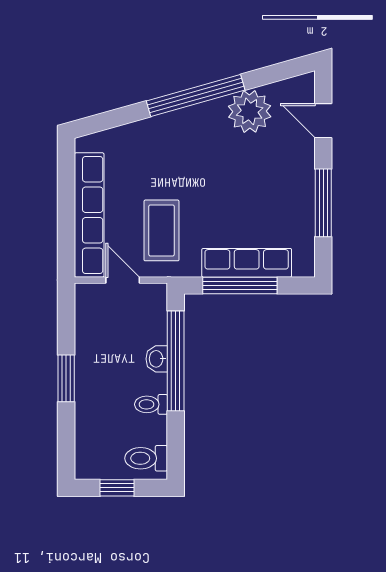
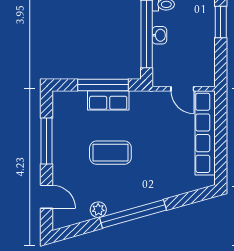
plant: (250, 111) -> (98, 210), width x0.53, depth x0.53
coffee table: (162, 230) -> (110, 153), moved, turned 90
row of seats: (247, 263) -> (108, 100), width x0.68

